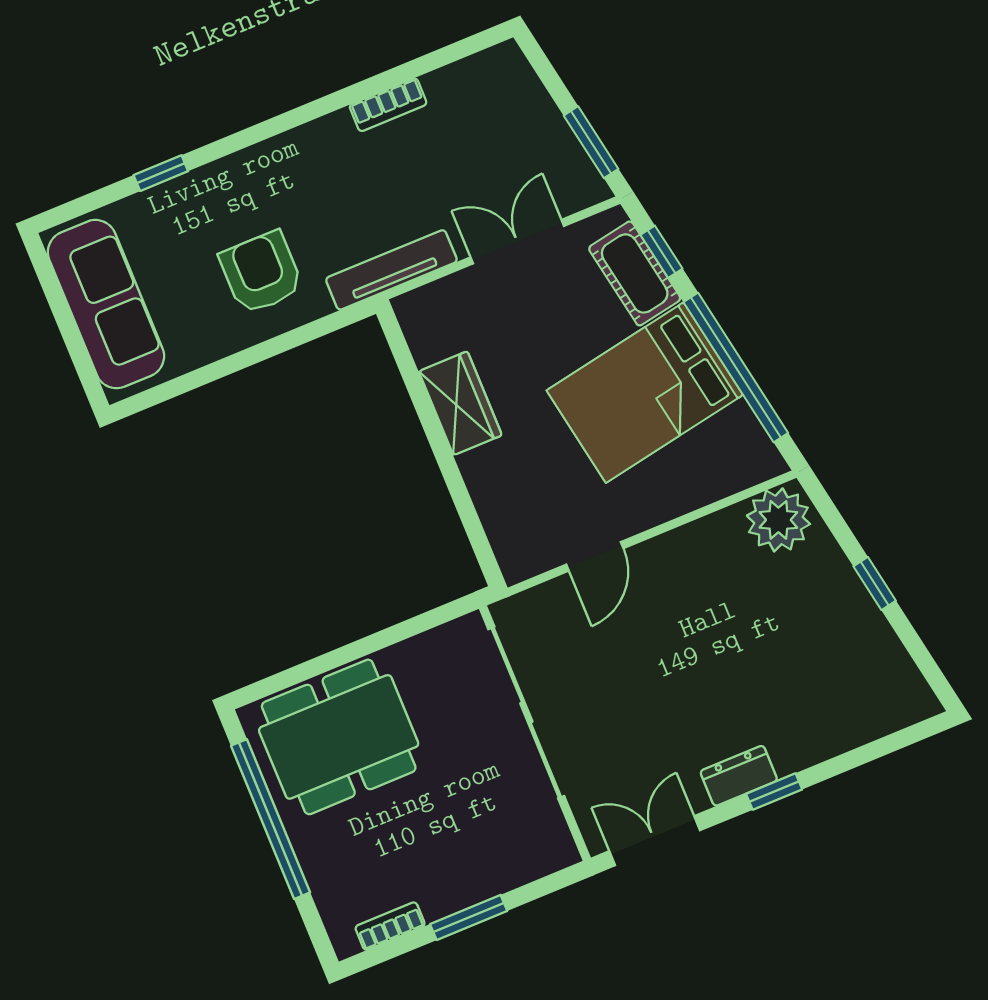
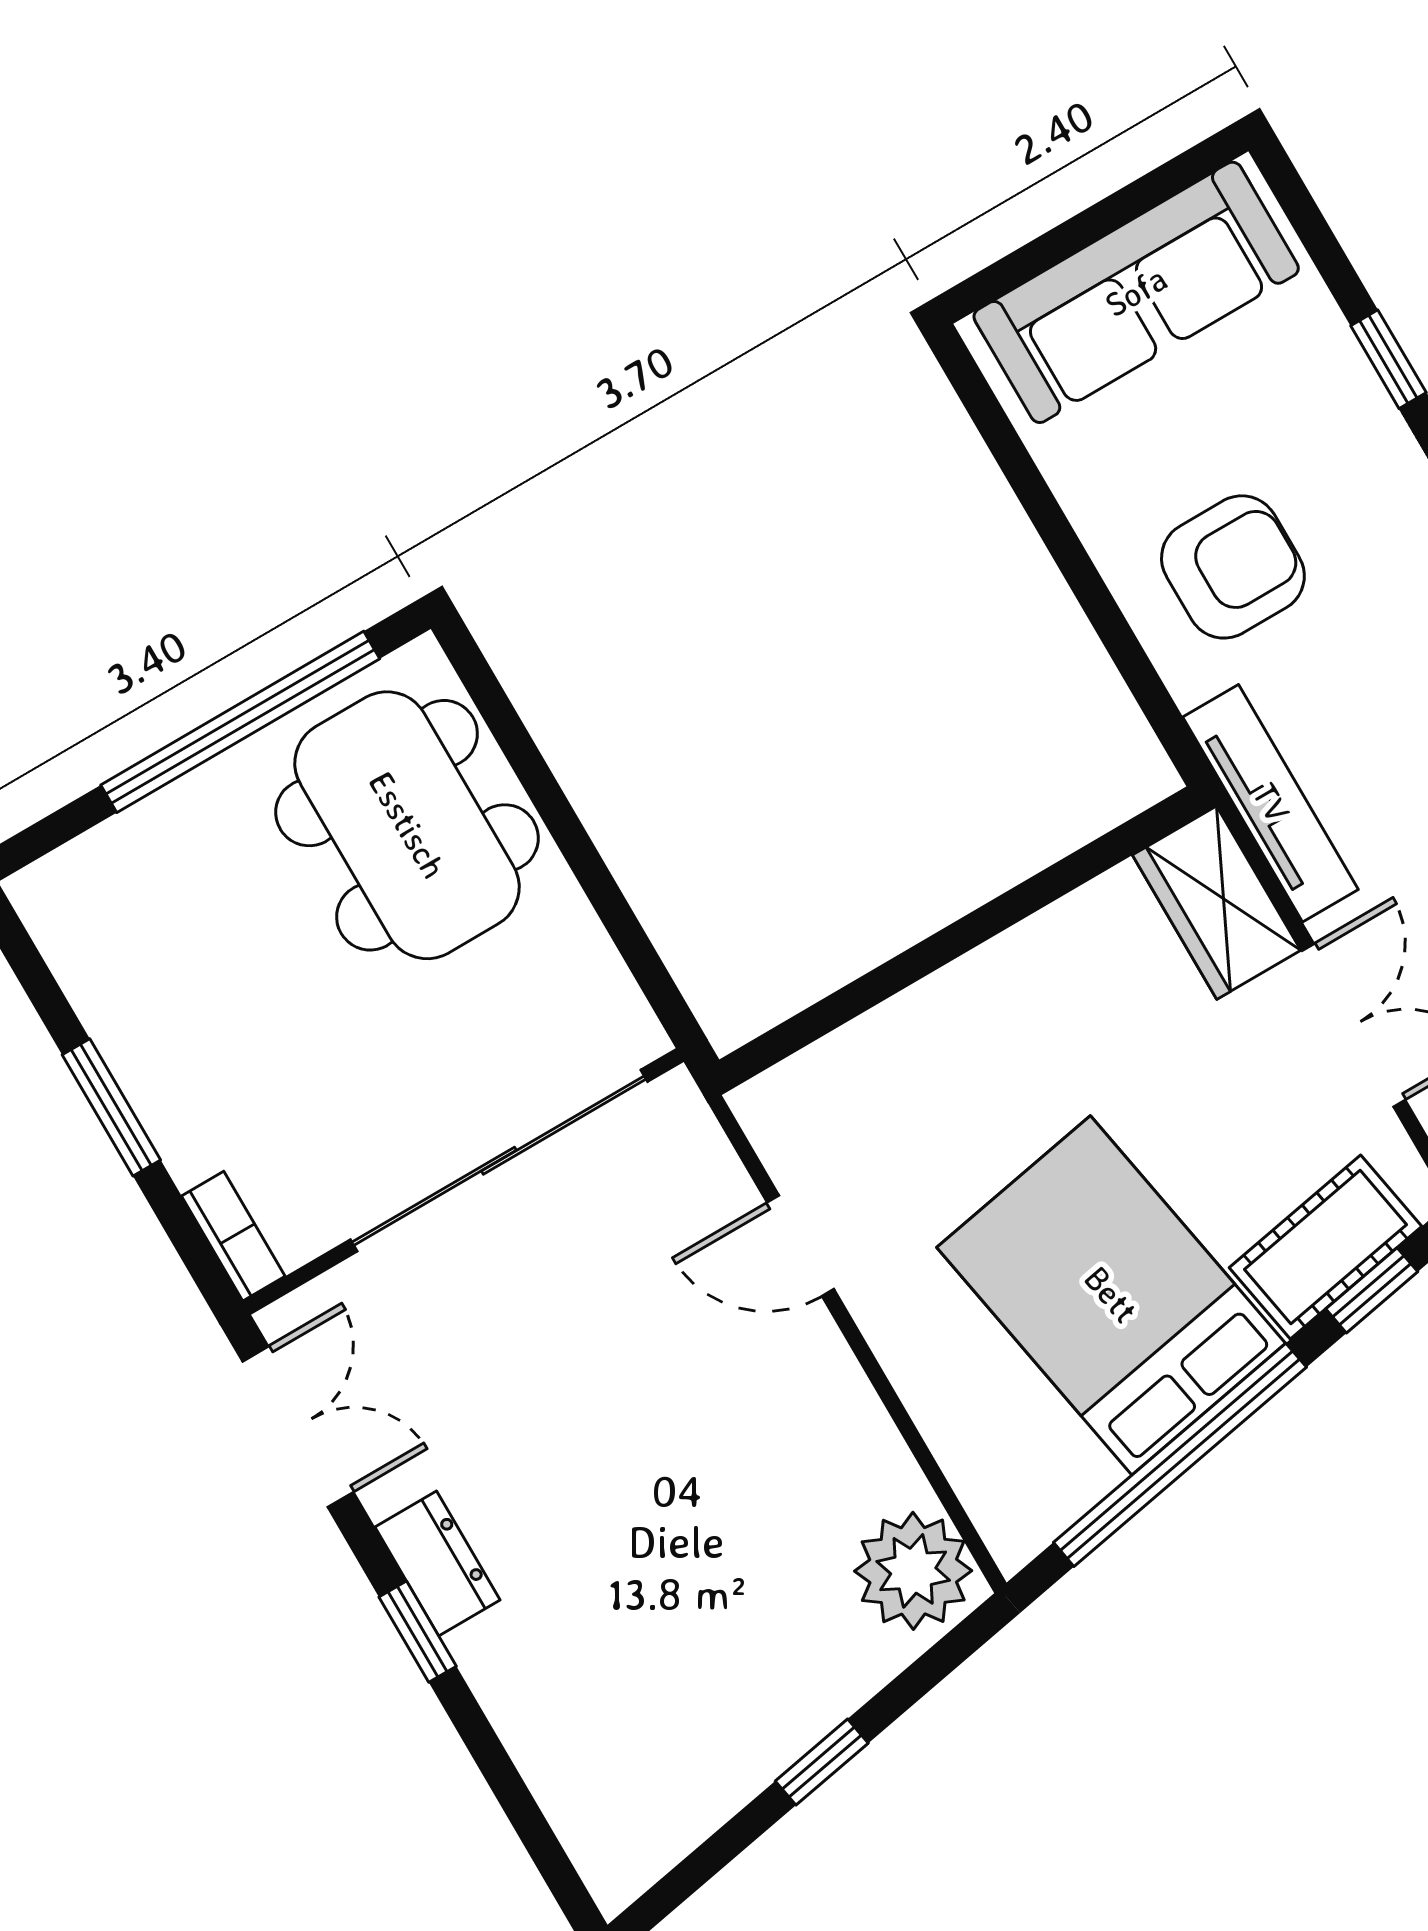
wardrobe: (460, 403) -> (1217, 903), moved, turned 90
bookcase: (390, 926) -> (233, 1236), moved

